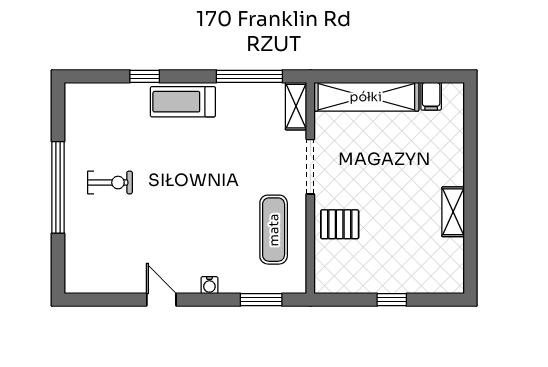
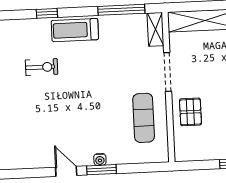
exercise bike: (110, 183) -> (42, 67), moved
pallet: (340, 224) -> (190, 112), turned 90
window: (261, 300) -> (102, 170), moved

